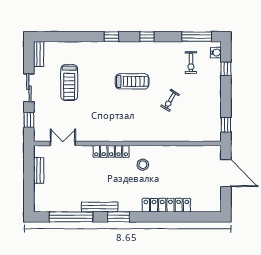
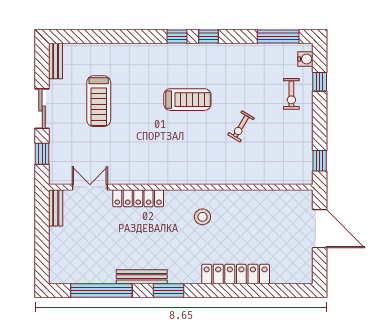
window: (111, 37) -> (177, 37), moved
exercise bike: (191, 62) -> (291, 94), moved
locker: (111, 151) -> (138, 198), moved
bench: (39, 170) -> (56, 208), moved

